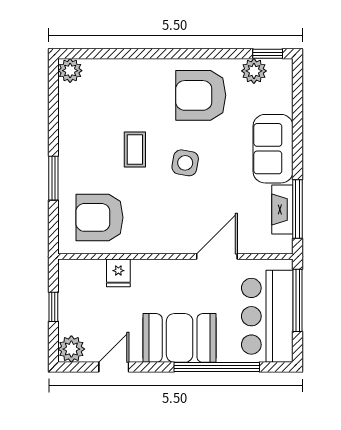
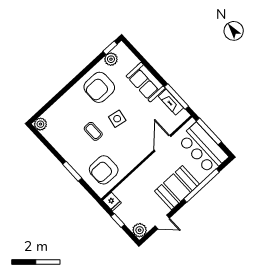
fridge: (118, 273) -> (112, 202), moved
door: (114, 367) -> (162, 222), swing flipped

